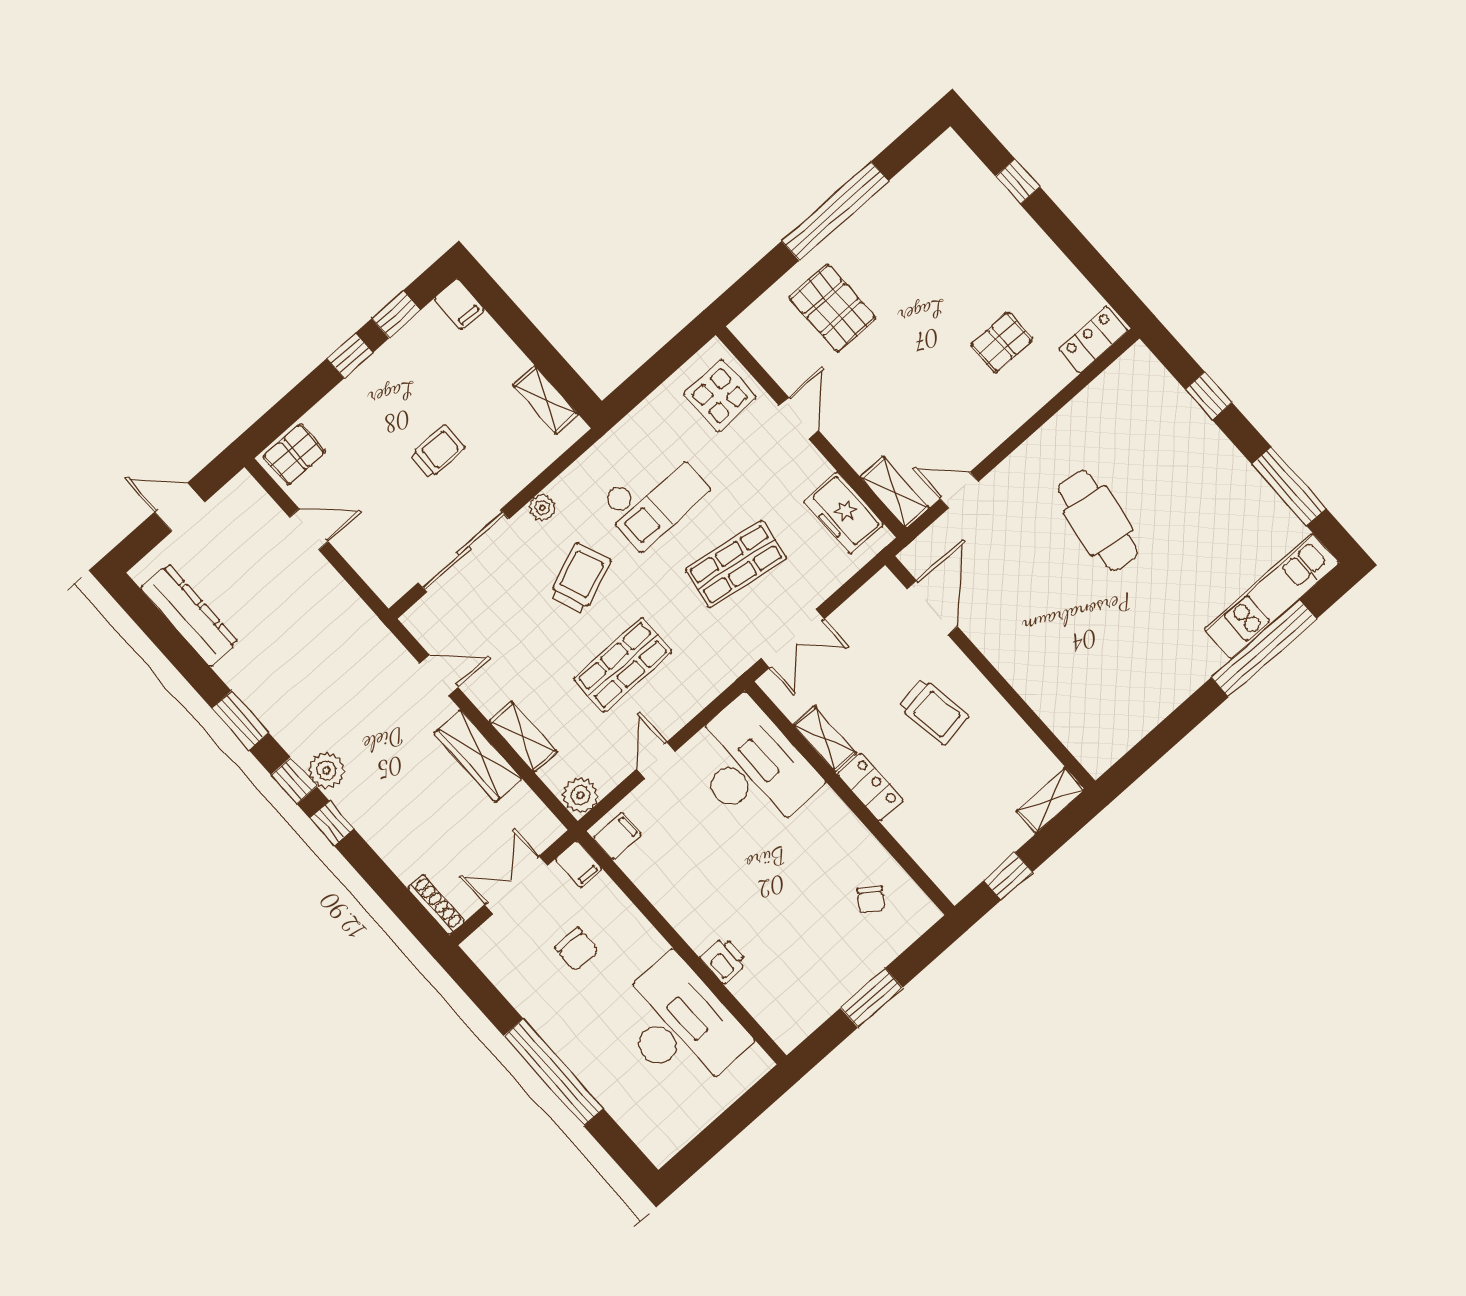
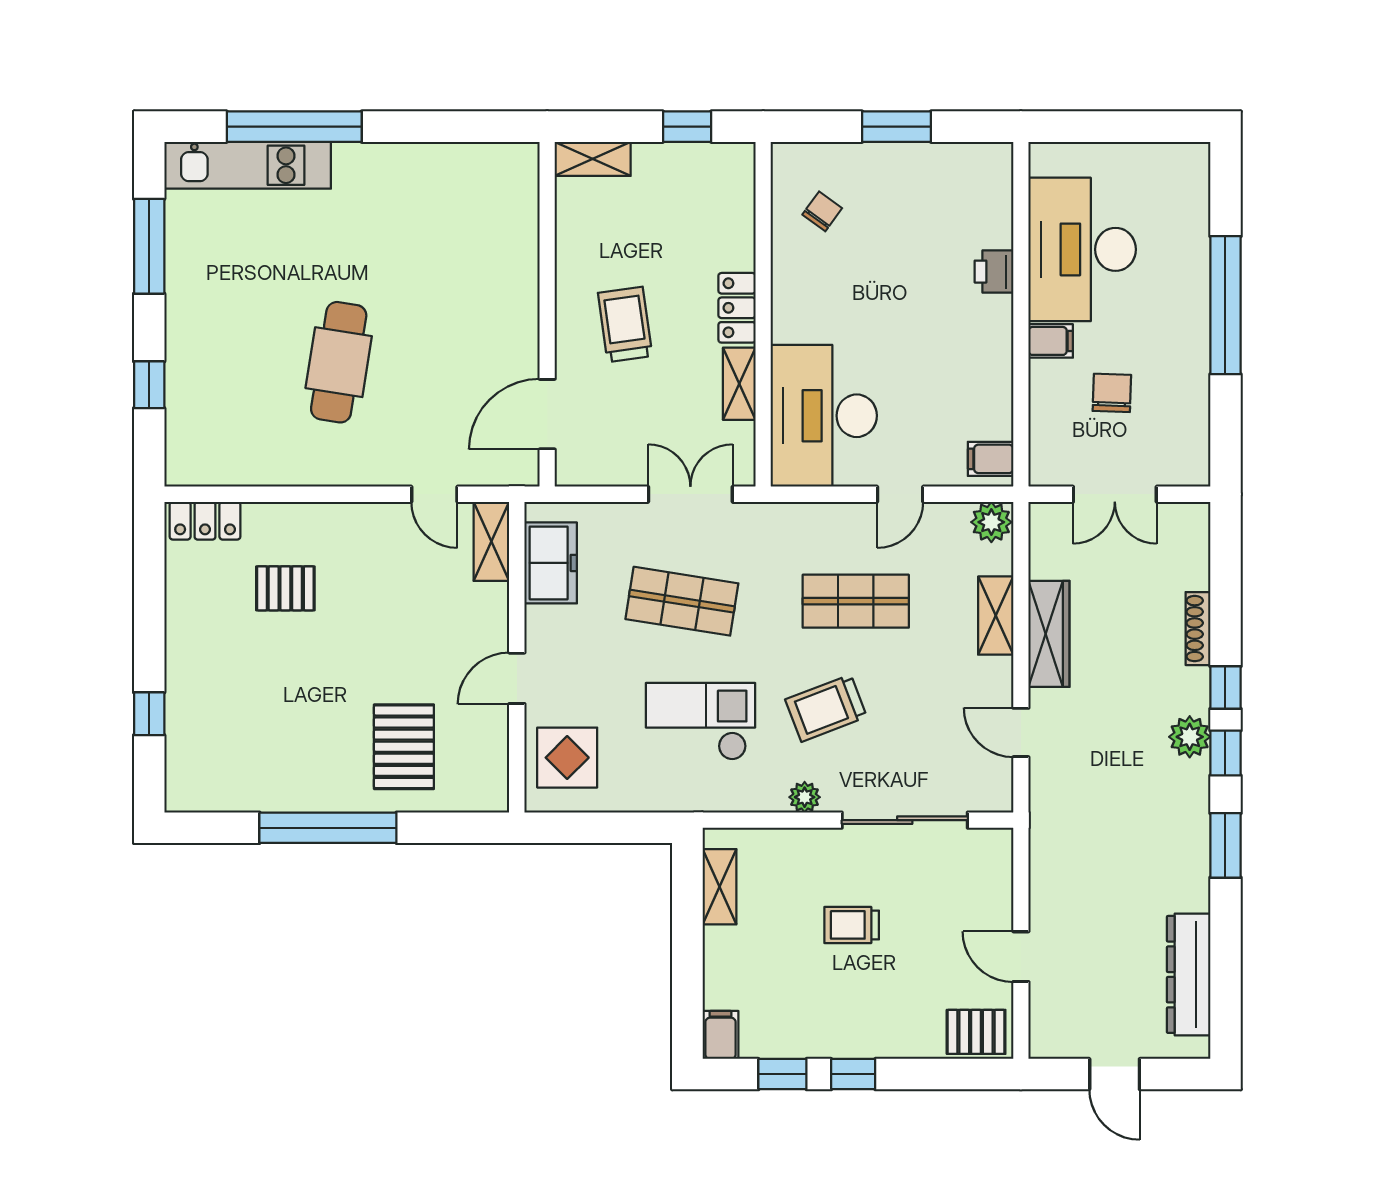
filing cabinet: (579, 864) -> (1051, 341), moved, turned 90
shoe rack: (436, 905) -> (1198, 629), moved

